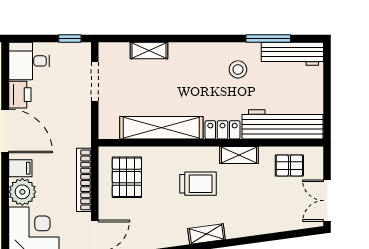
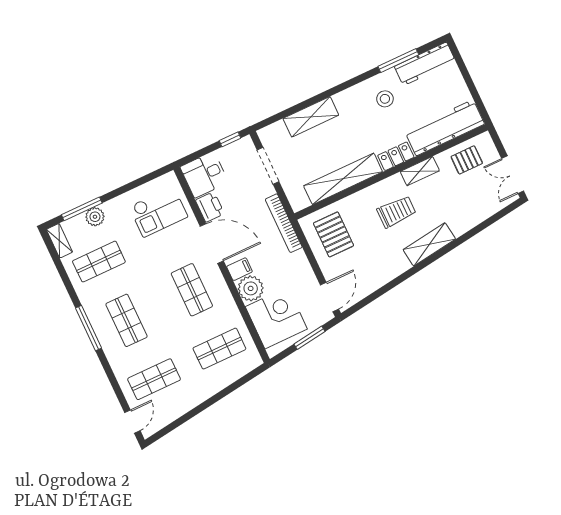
shelving: (149, 50) -> (311, 117), width x1.50, depth x1.33
bookcase: (84, 180) -> (284, 223), moved
shelving: (206, 234) -> (429, 244), width x1.50, depth x1.33

